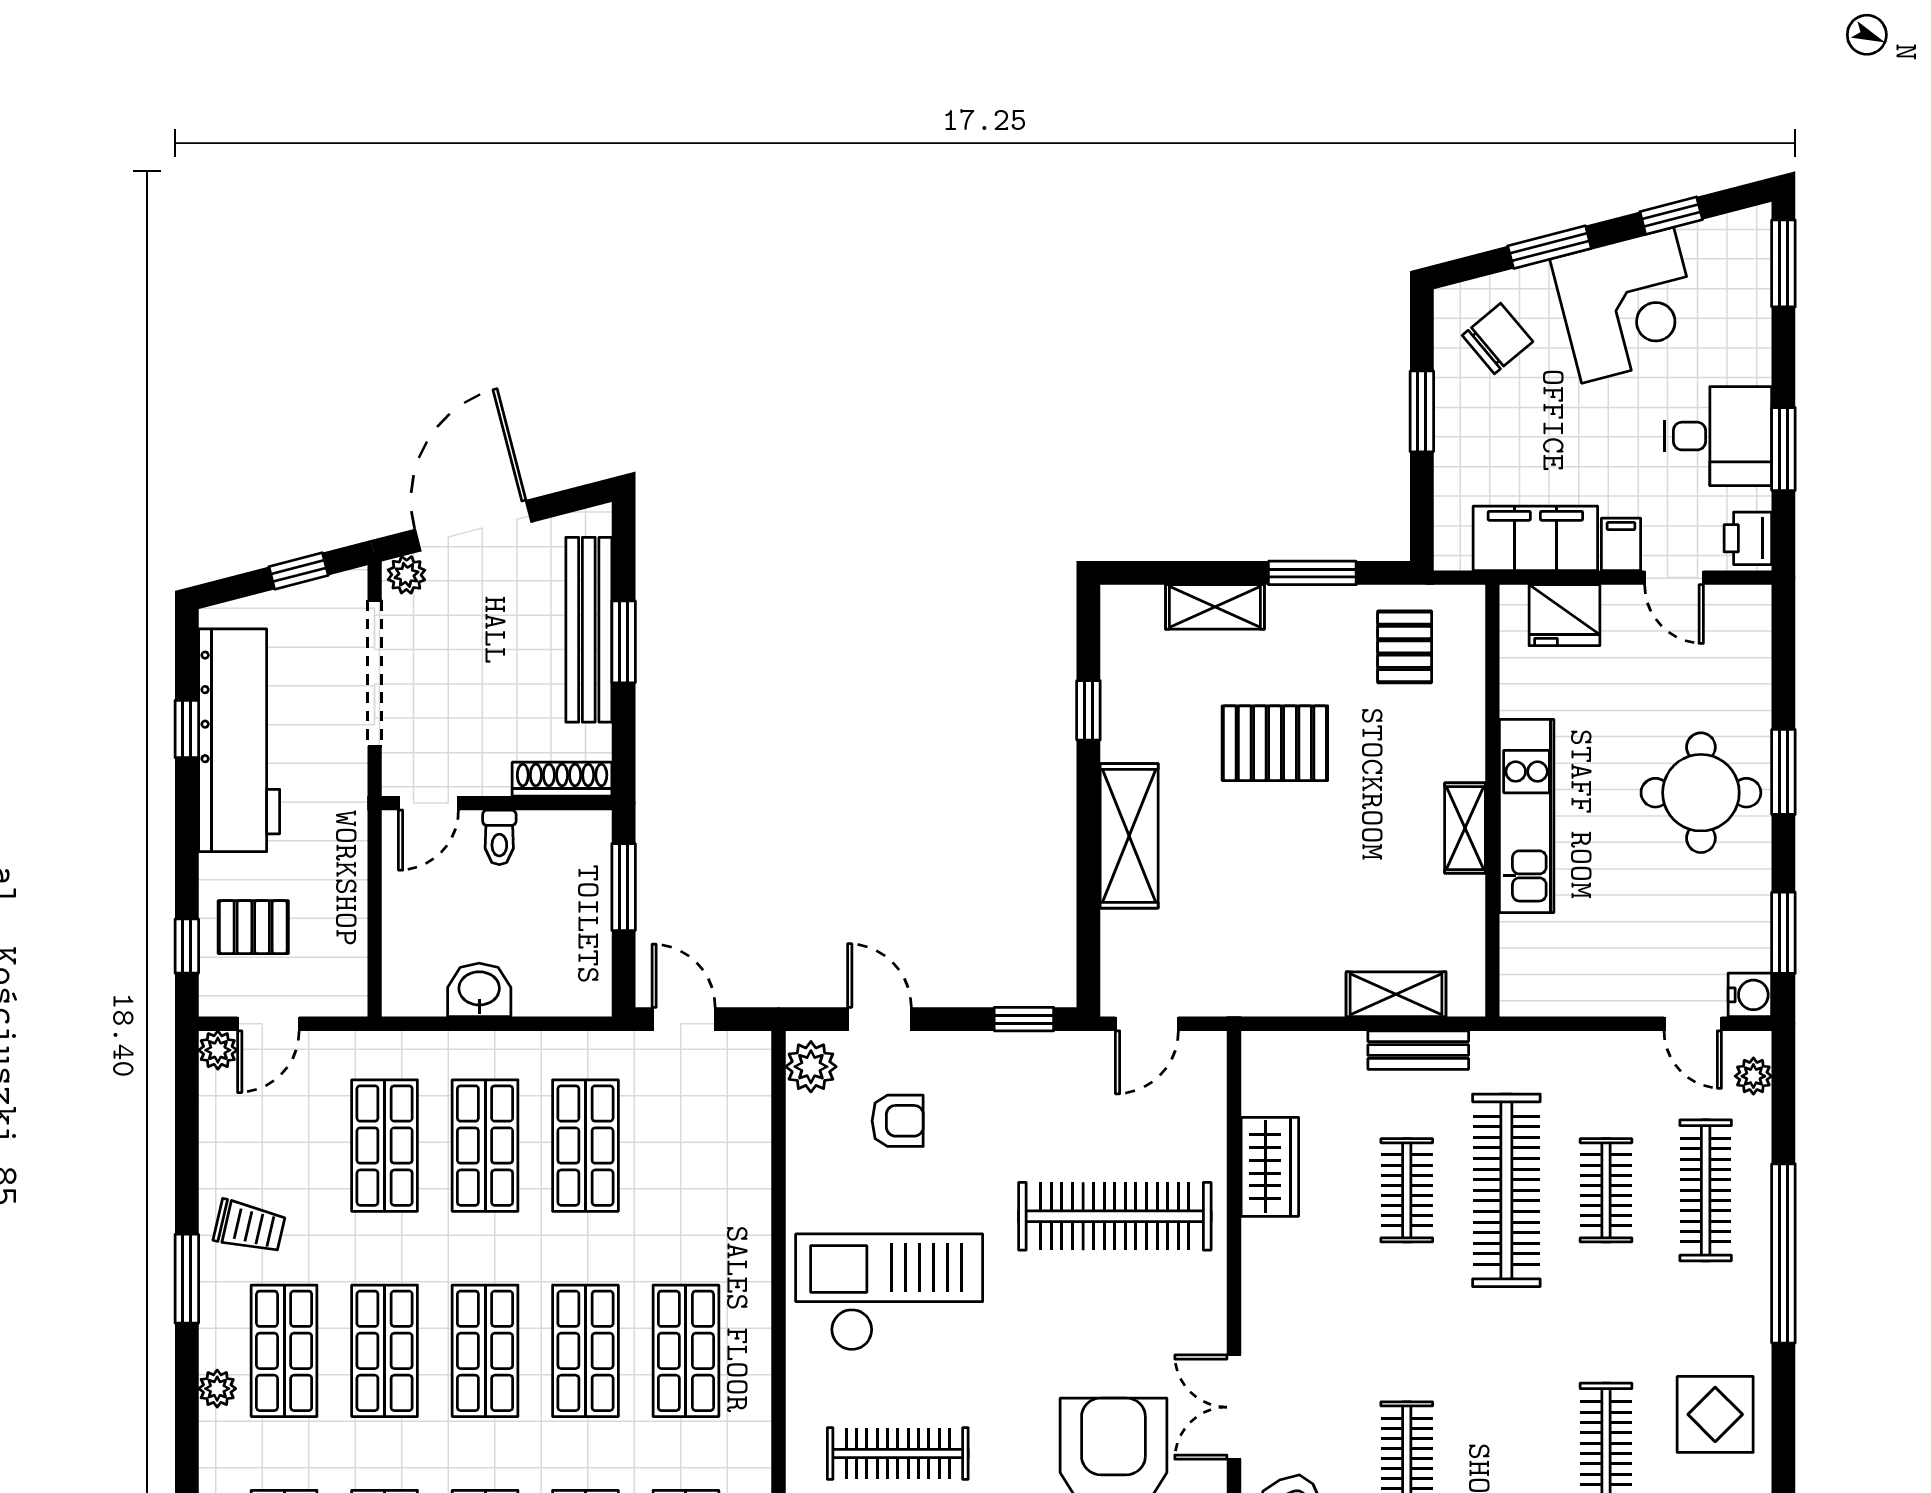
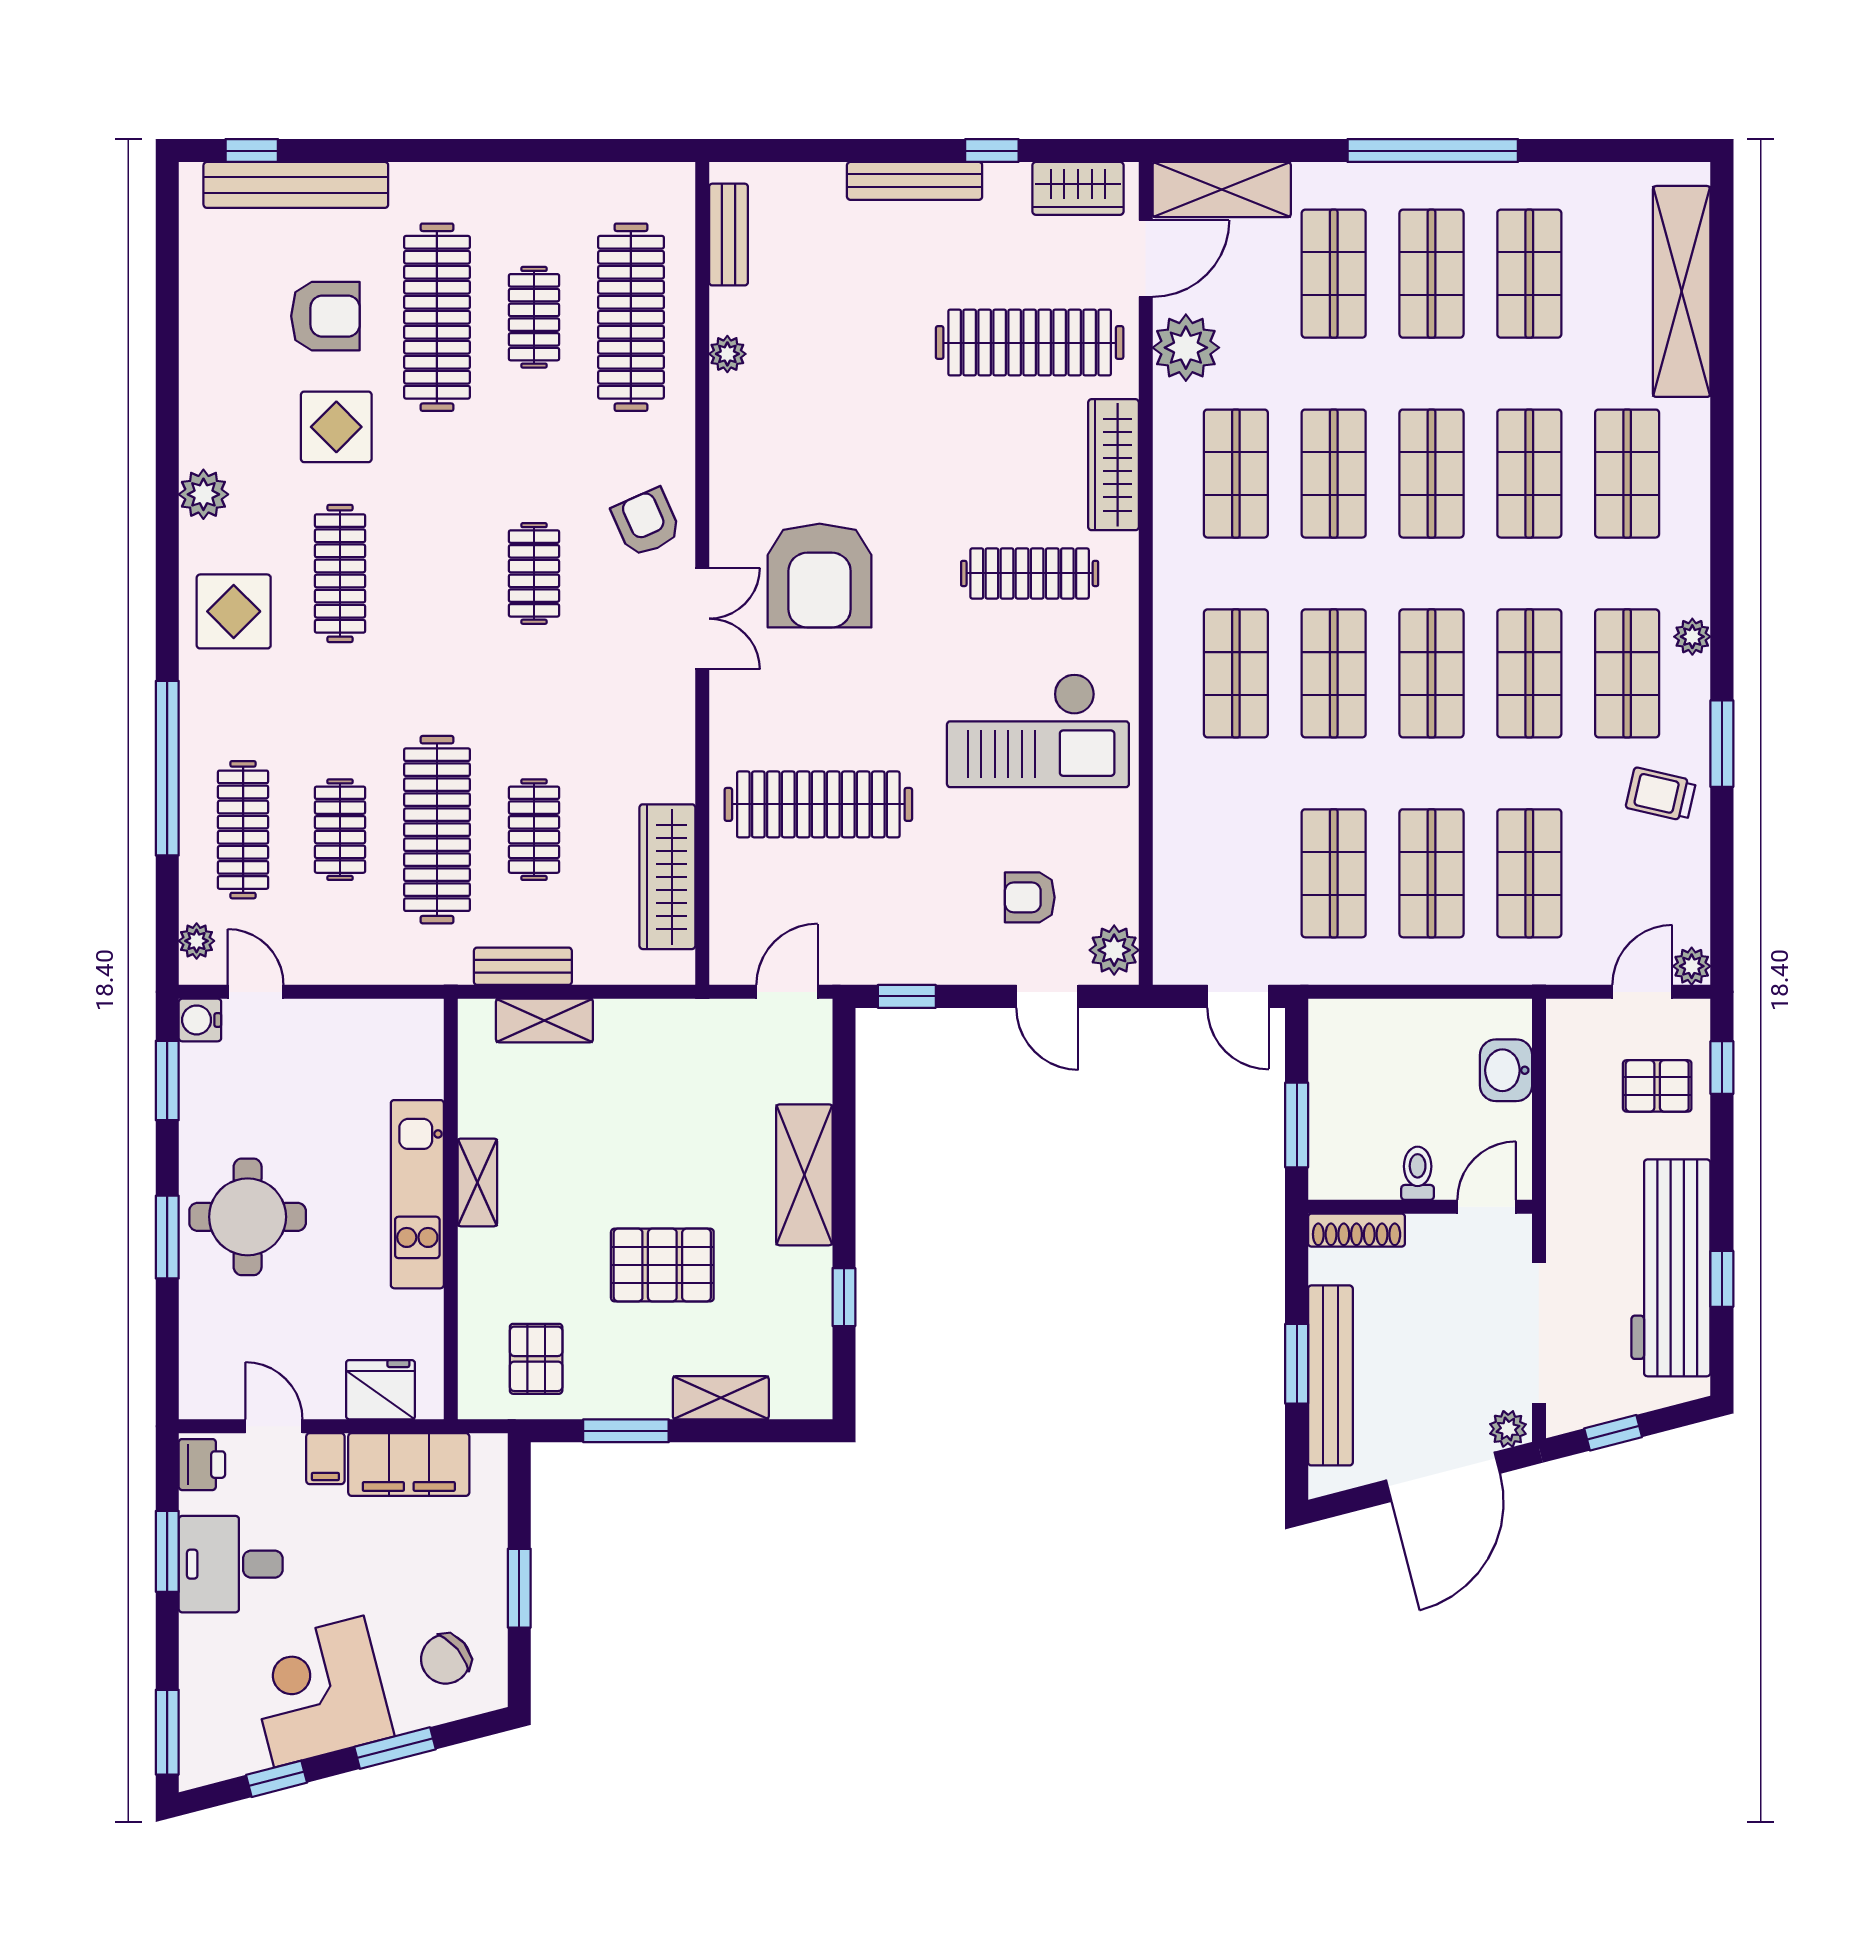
washbasin: (479, 990) -> (1506, 1070), moved, turned 90
wardrobe: (1270, 1167) -> (667, 877), width x1.50

